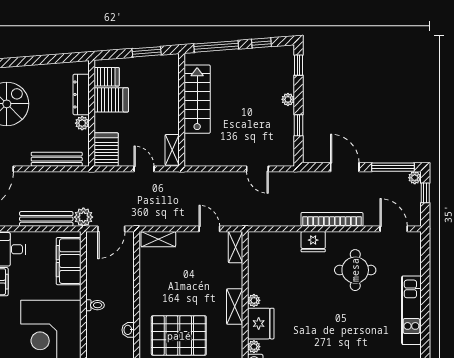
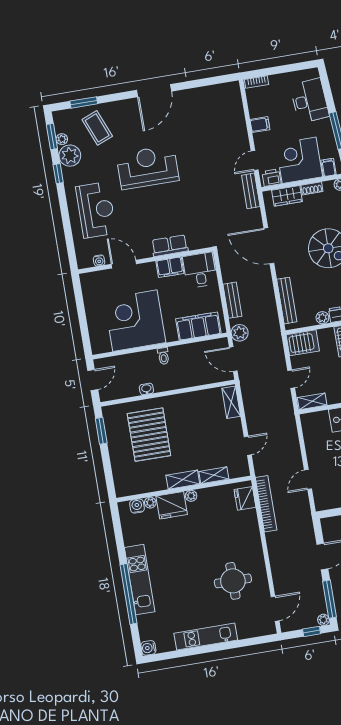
bench: (46, 219) -> (232, 300), width x0.73
bookcase: (332, 219) -> (266, 504), moved
fridge: (313, 242) -> (245, 498), moved
shelving: (236, 247) -> (214, 475), moved

